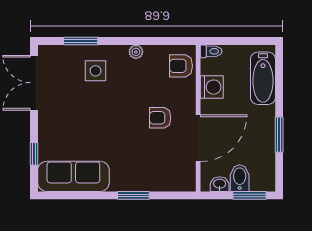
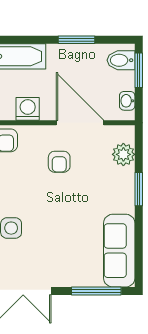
window: (34, 154) -> (96, 291), width x2.17
bidet: (240, 178) -> (121, 60), moved
plant: (167, 180) -> (123, 154), added

